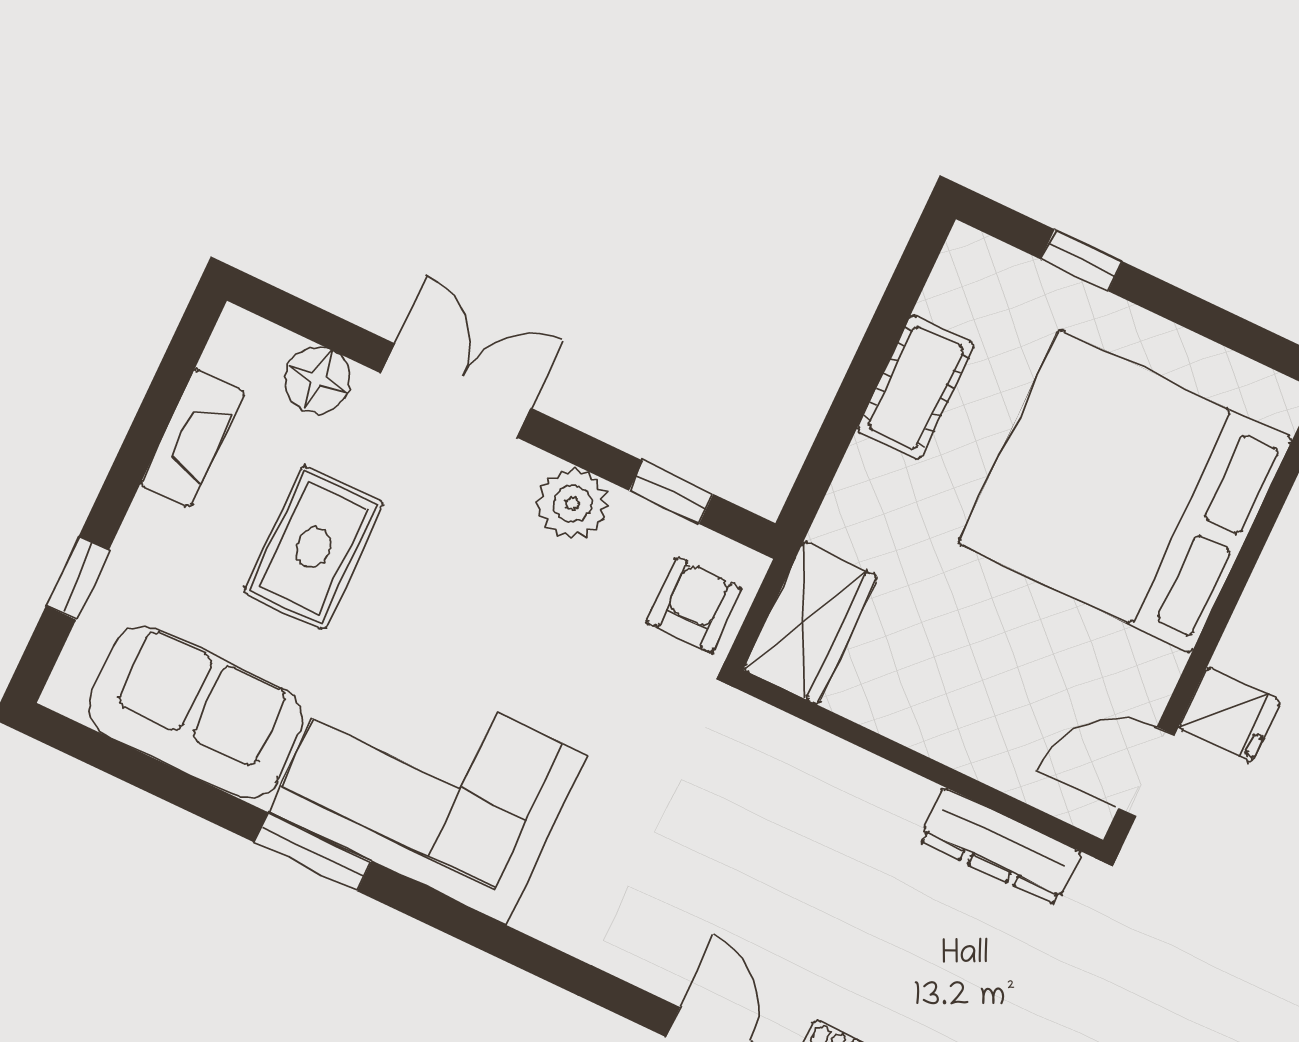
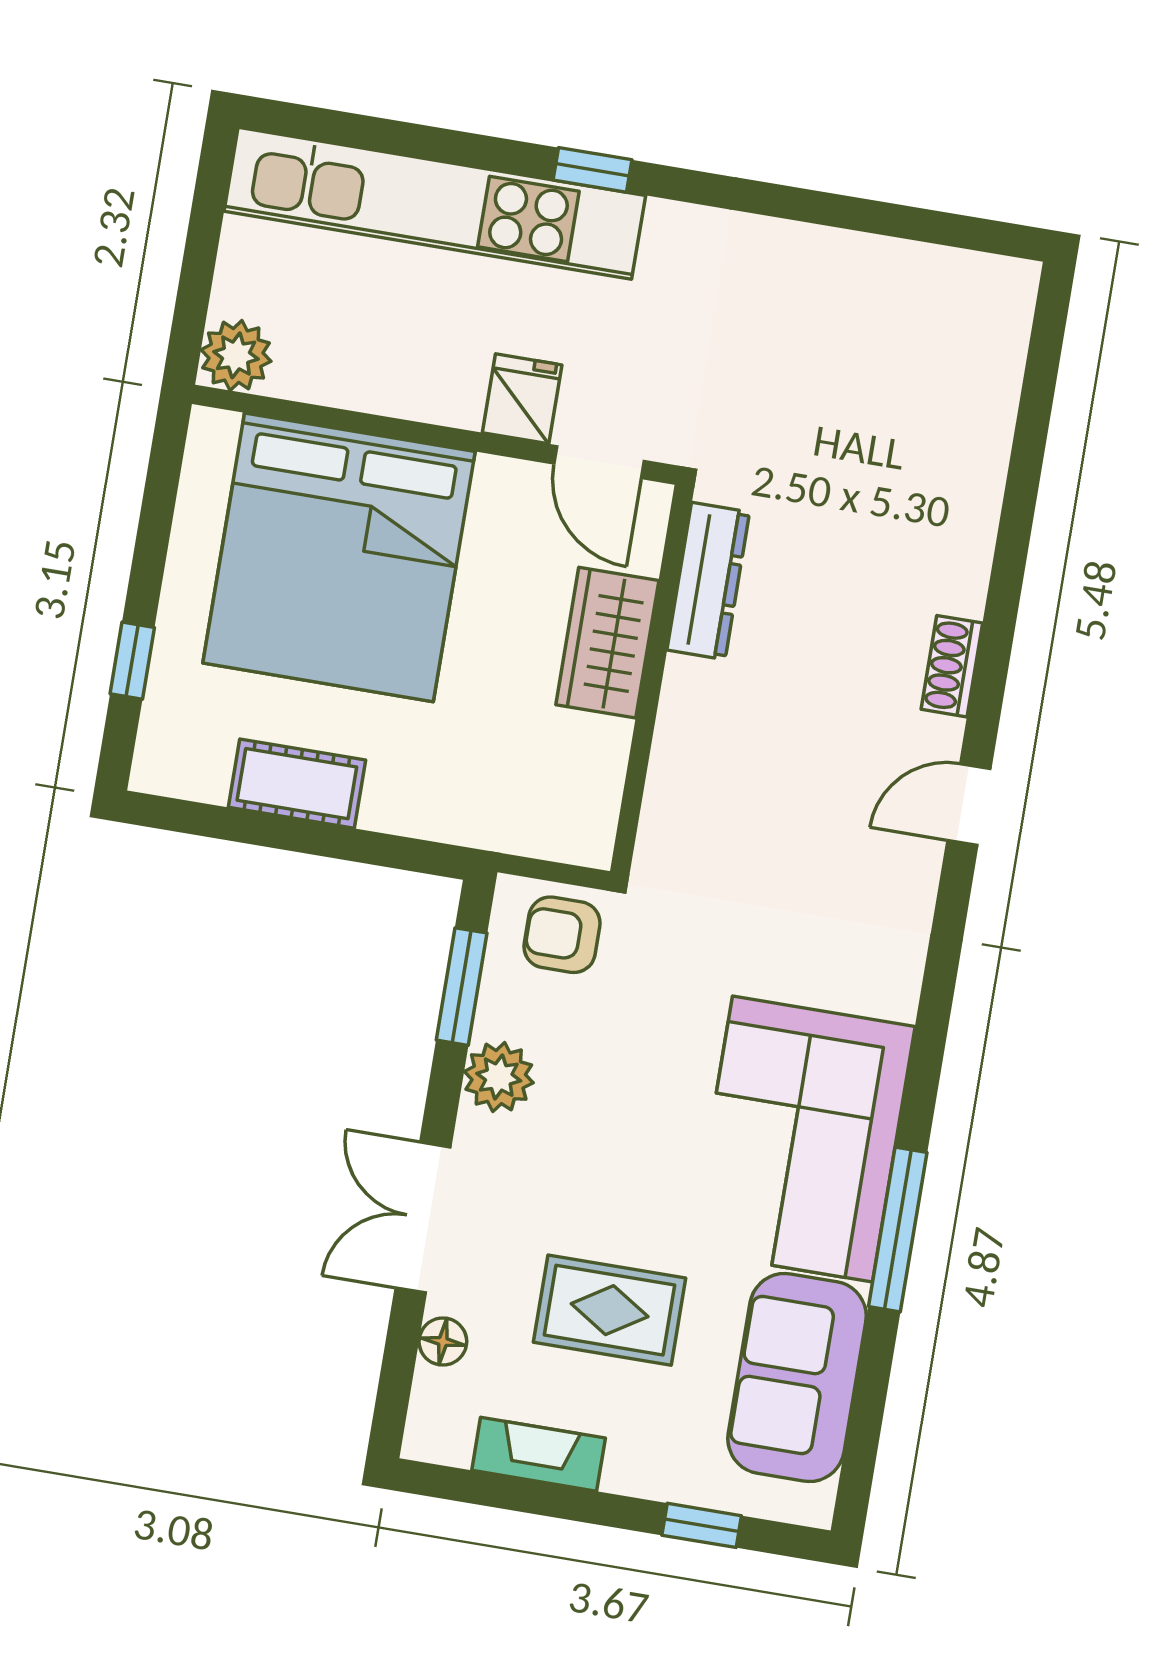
floor lamp: (317, 380) -> (443, 1342), width x0.73, depth x0.73
window: (671, 492) -> (462, 987), width x1.50
wardrobe: (811, 623) -> (607, 643), moved, turned -90
window: (313, 852) -> (898, 1230), width x1.44

